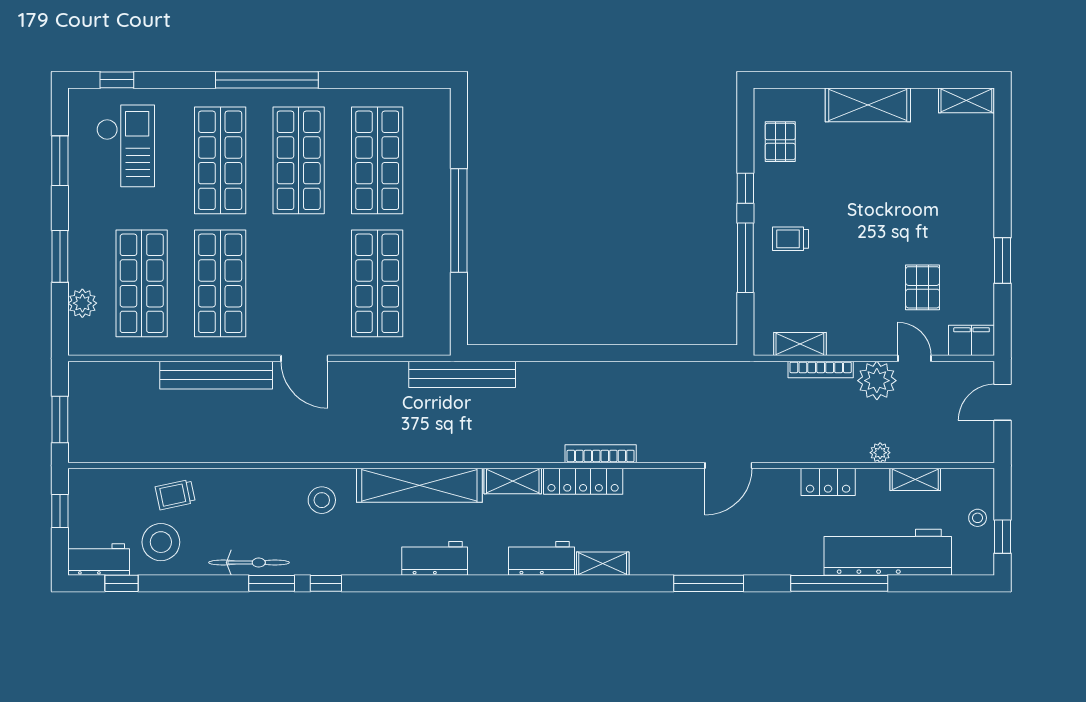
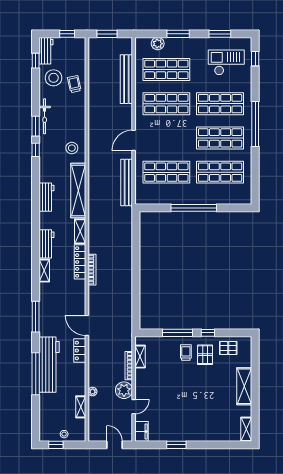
checkout: (126, 146) -> (226, 62), turned 180
pallet: (923, 287) -> (205, 355), moved, turned 90
bench: (462, 374) -> (127, 182), moved
bench: (216, 375) -> (126, 79), moved
locker: (828, 482) -> (80, 350), moved
workbench: (888, 552) -> (49, 365), moved

